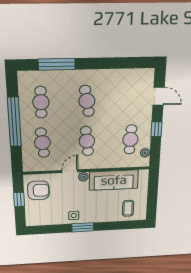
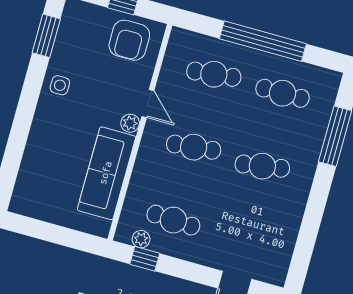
window: (157, 129) -> (145, 259), moved
coffee table: (128, 208) -> (42, 184), removed
window: (83, 227) -> (46, 36), moved

